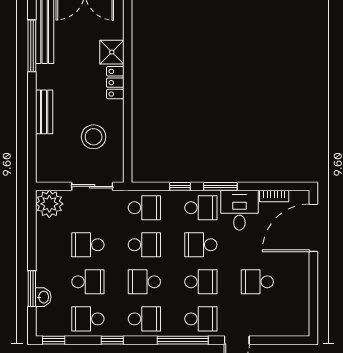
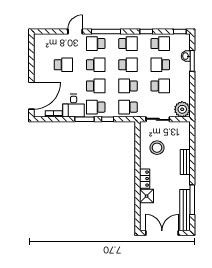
school desk: (201, 282) -> (96, 65), turned 180
school desk: (144, 319) -> (128, 44), turned 180

